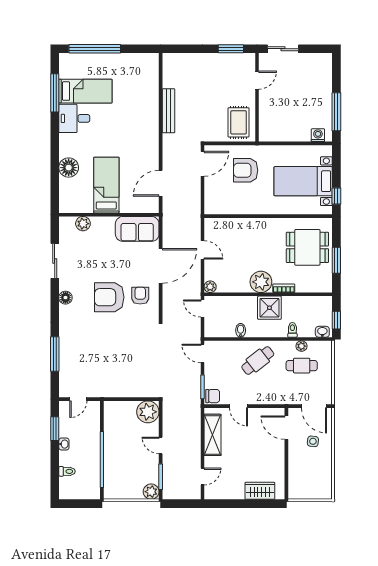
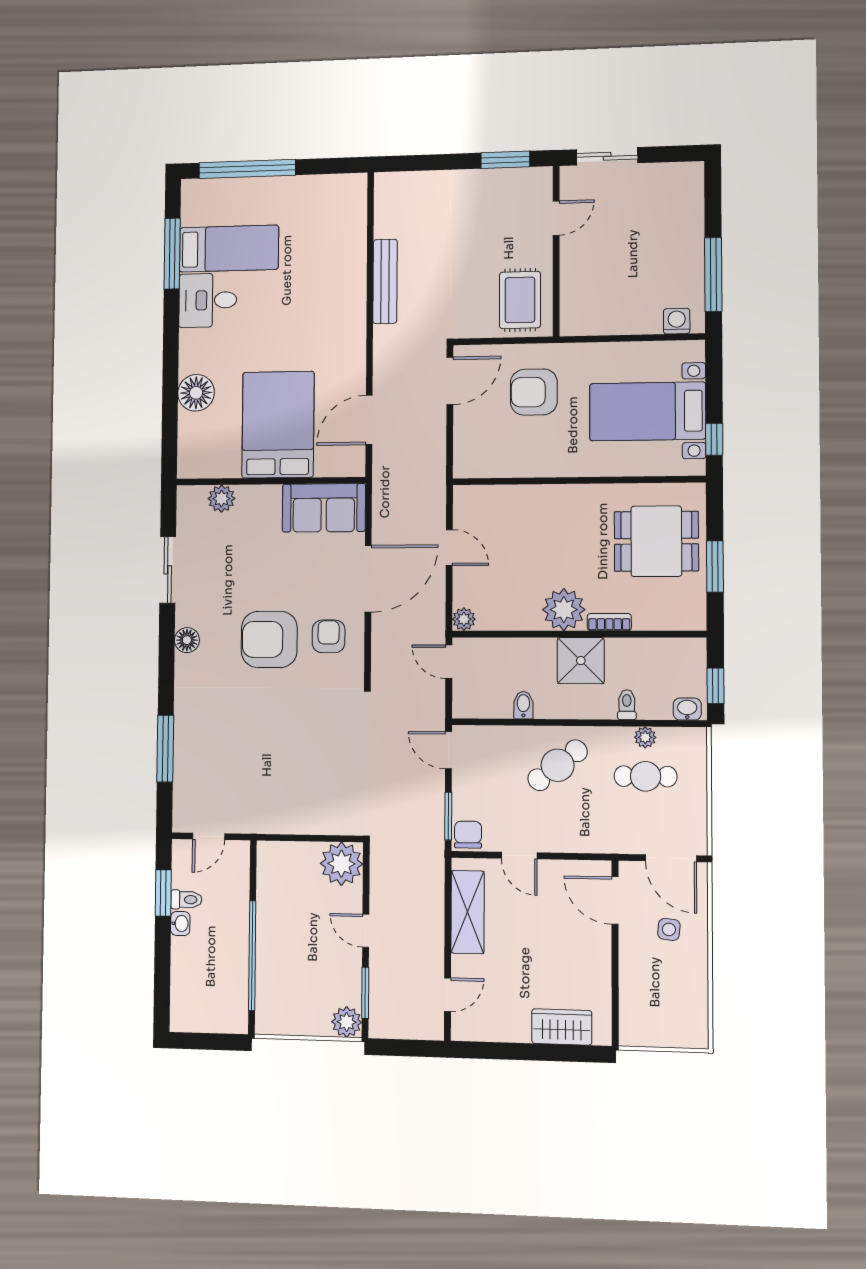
bed: (106, 185) -> (278, 425), width x1.50
chair: (213, 396) -> (468, 835), turned -90
toilet: (67, 471) -> (186, 900), moved

